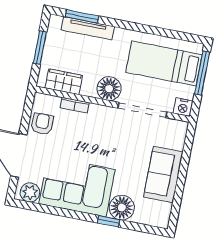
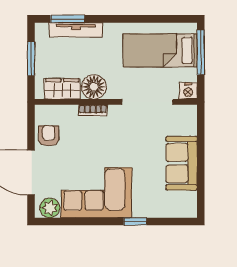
floor lamp: (109, 89) -> (94, 87), moved
bookcase: (75, 105) -> (93, 110), moved
floor lamp: (122, 208) -> (146, 205), removed

